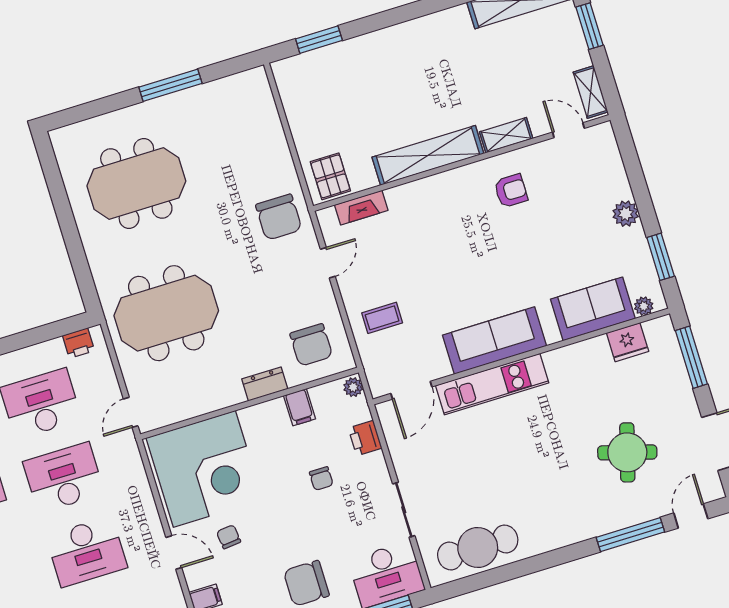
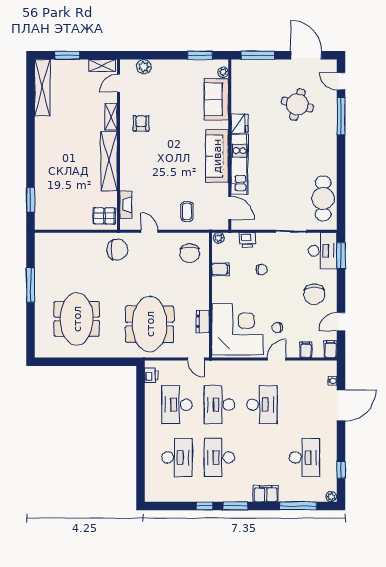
plant: (626, 214) -> (144, 67), moved
fridge: (628, 342) -> (239, 124), moved
chair: (311, 345) -> (190, 253), turned 90
dresser: (265, 384) -> (203, 321), moved

